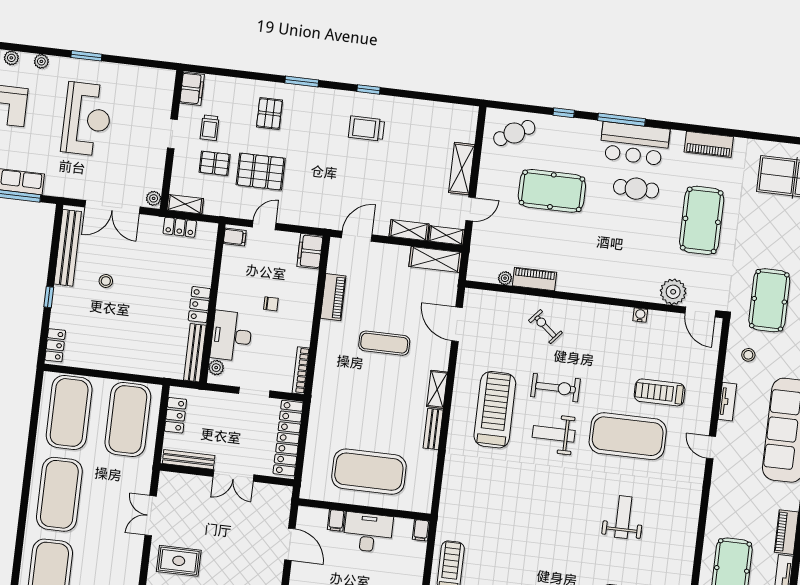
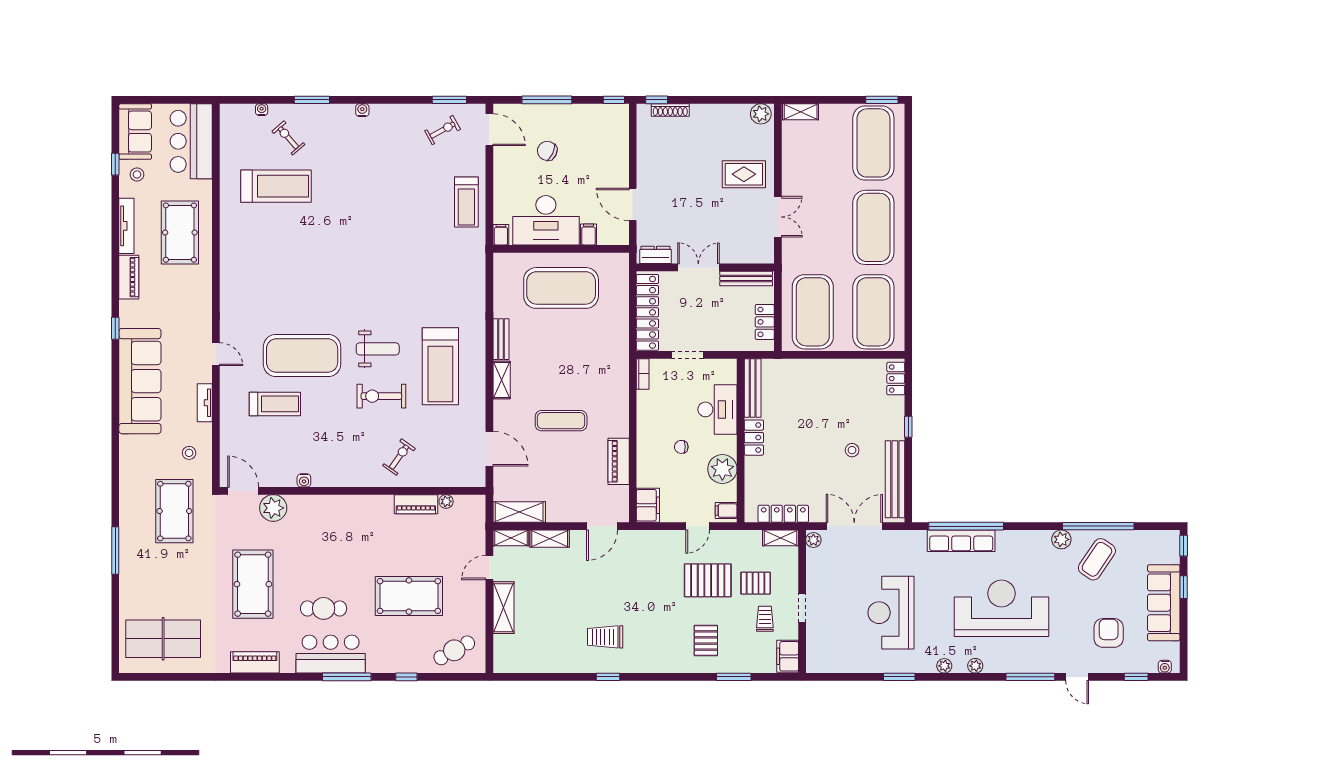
window: (302, 82) -> (734, 677), moved
trolley: (366, 129) -> (605, 637), turned 180
locker: (180, 227) -> (783, 514), width x1.53
exercise bike: (545, 327) -> (399, 457), turned -95
plant: (216, 368) -> (722, 469), moved, width x1.87, depth x1.87
bookcase: (301, 371) -> (643, 374), width x0.64
dresser: (274, 493) -> (655, 255), added
weight bench: (623, 517) -> (297, 273), removed
desk: (368, 532) -> (546, 220), width x1.36, depth x1.30

